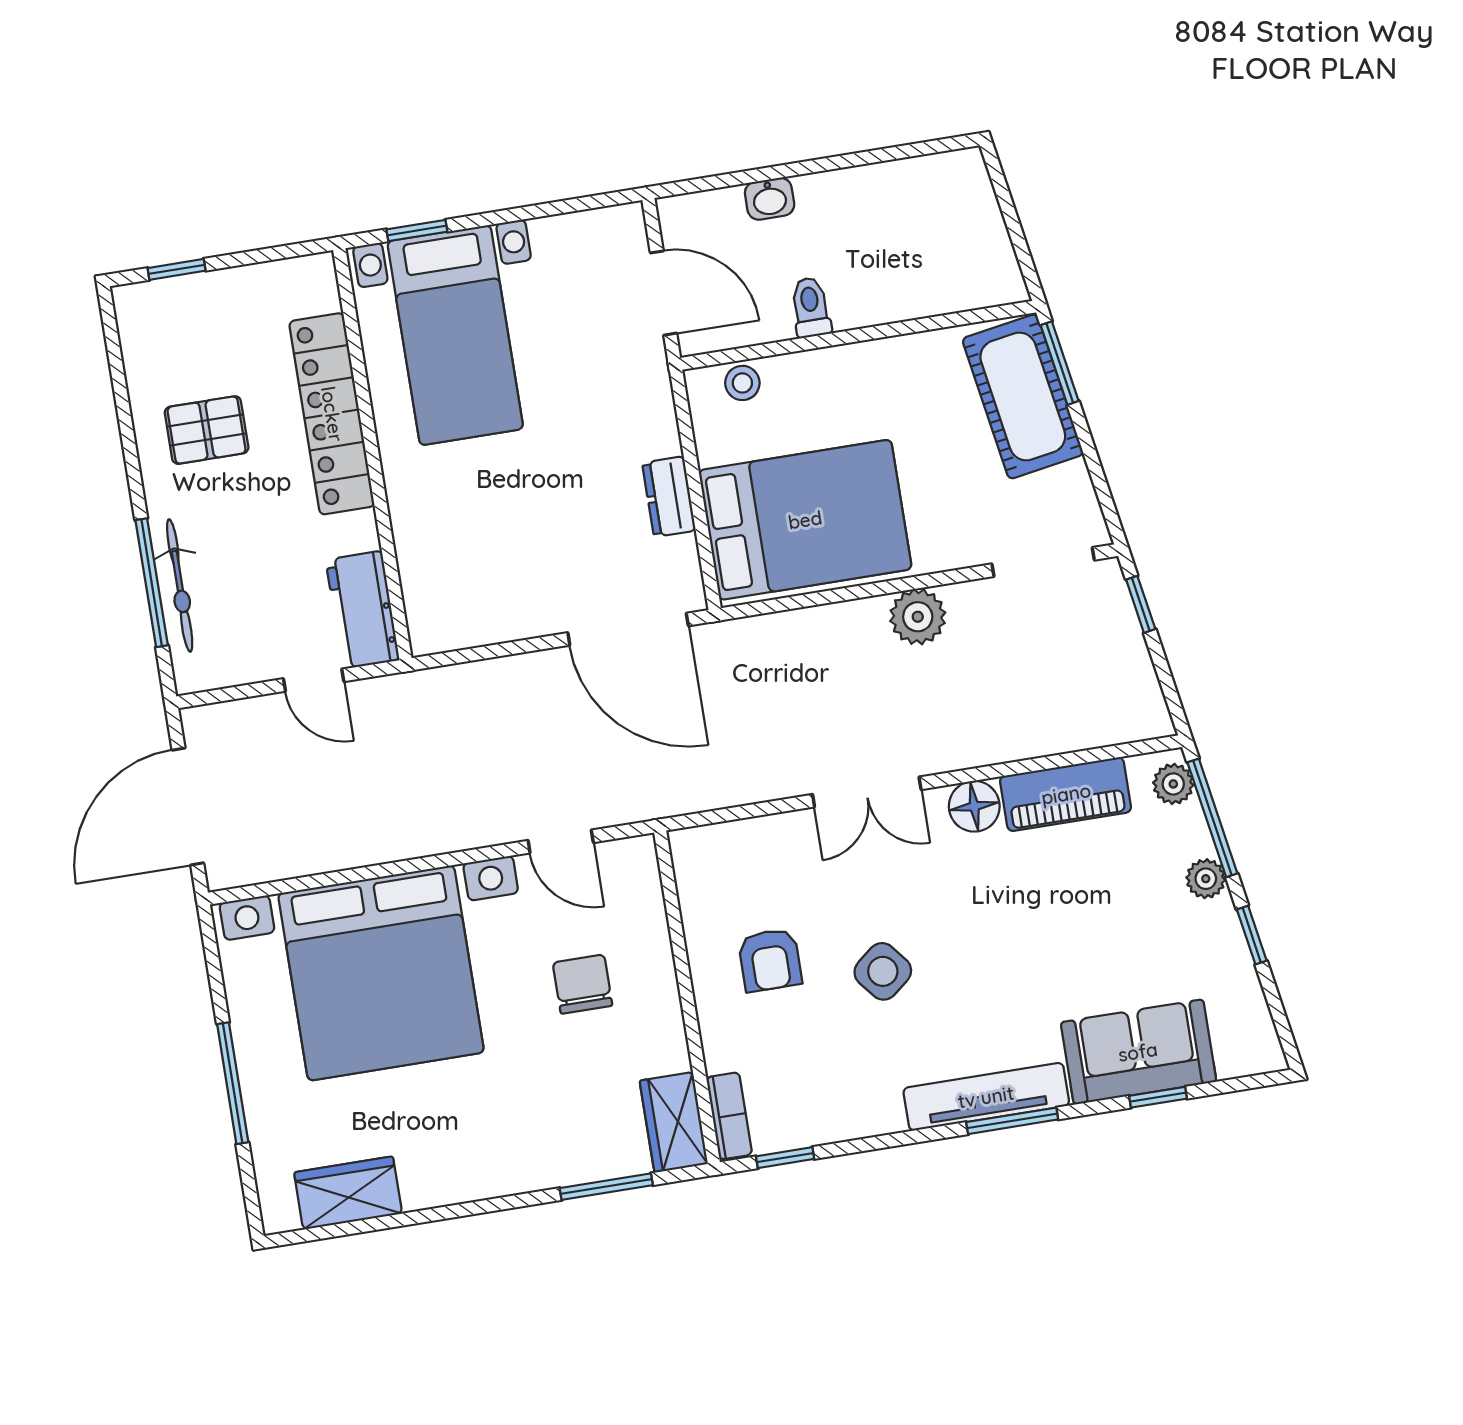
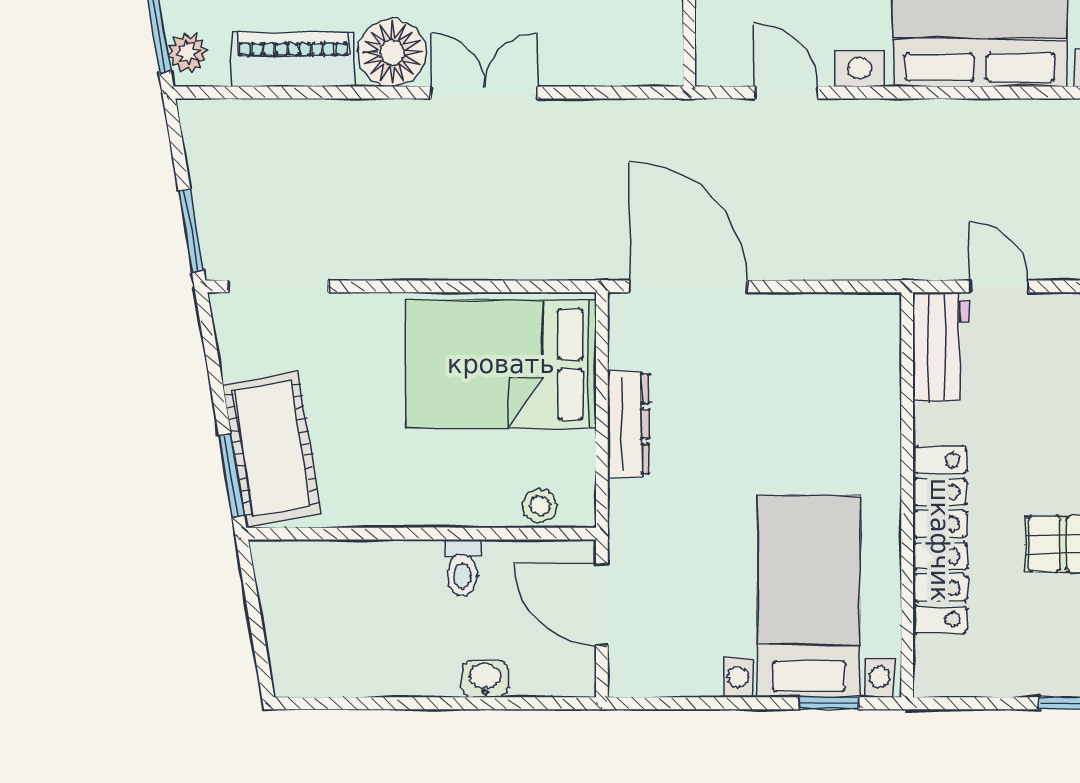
dresser: (669, 497) -> (628, 424), width x1.44
window: (1141, 604) -> (191, 230), width x1.50
plant: (918, 617) -> (408, 253), removed
floor lamp: (974, 806) -> (392, 53), width x1.38, depth x1.38

